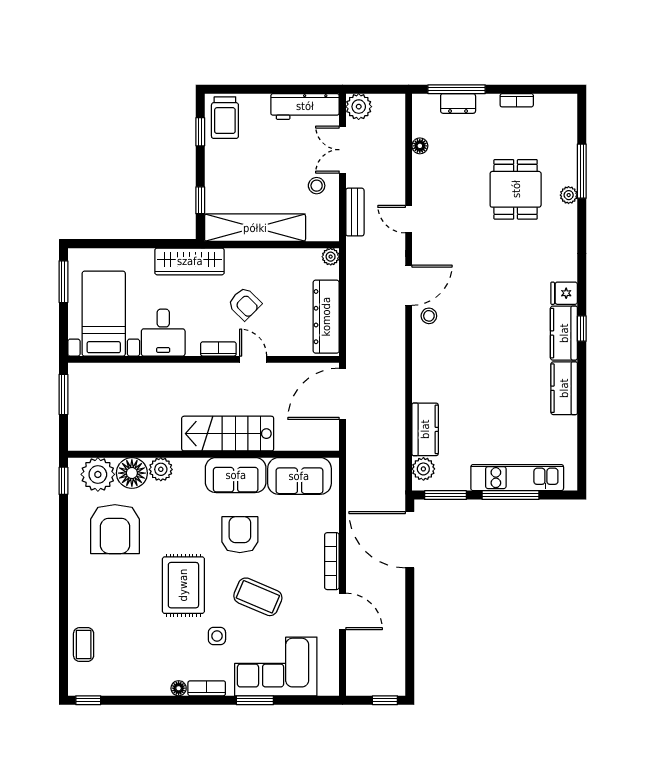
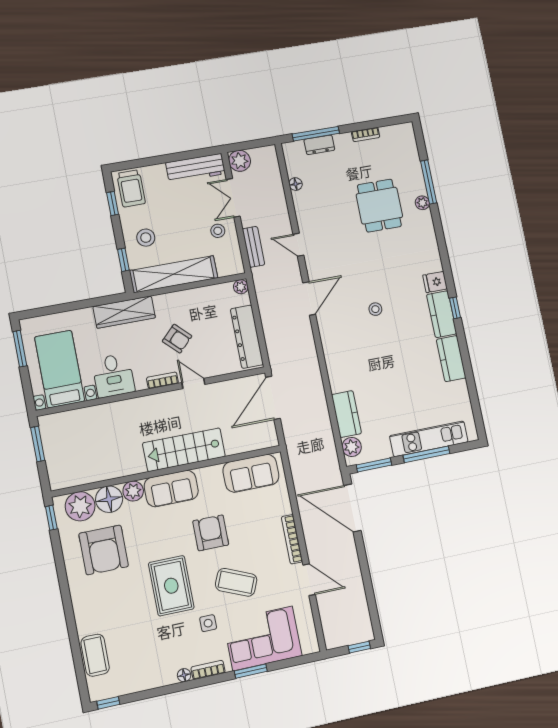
stool: (231, 179) -> (146, 238), added
stool: (429, 316) -> (375, 309), moved
sofa: (236, 475) -> (171, 489), moved
coffee table: (84, 644) -> (95, 655), width x1.36, depth x1.30

